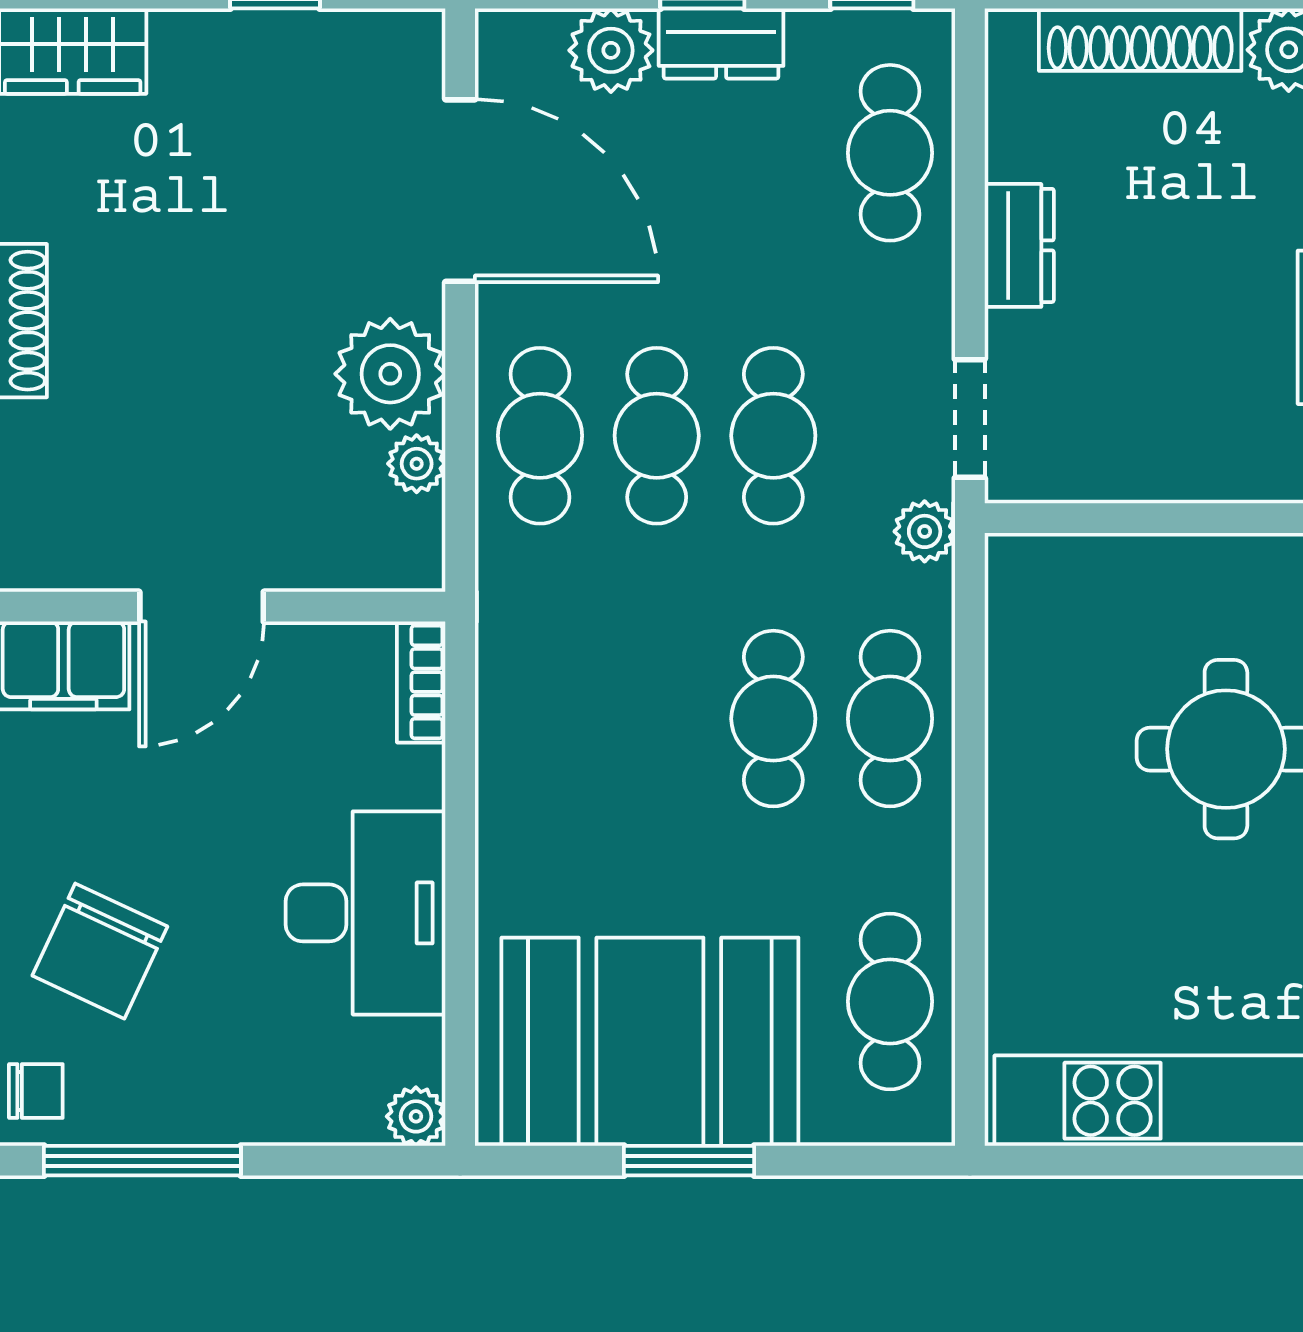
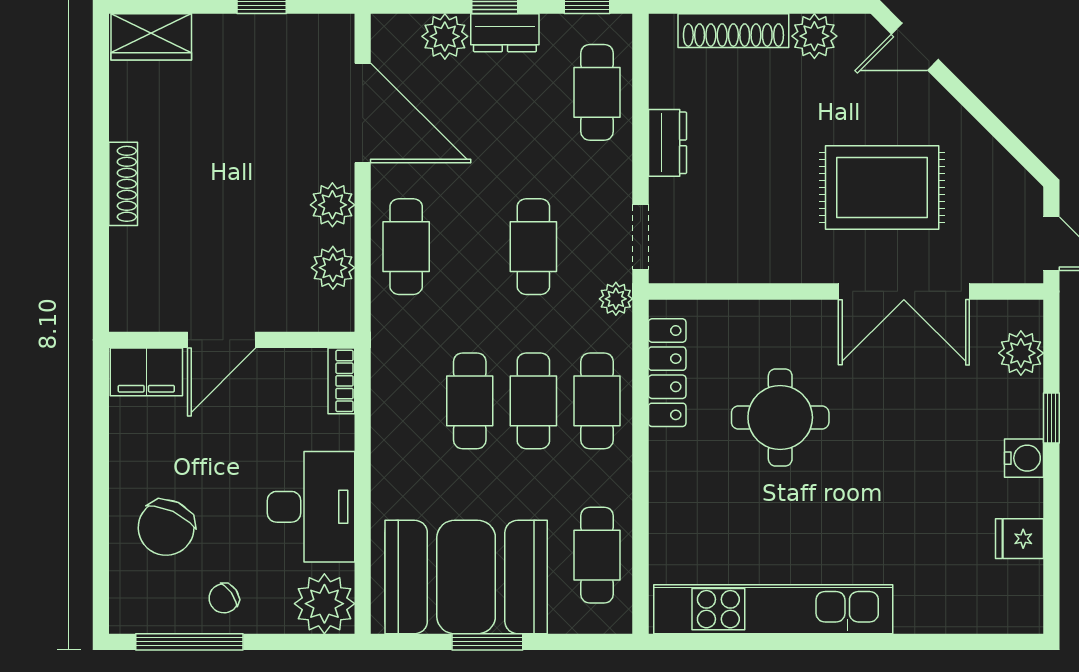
plant: (390, 374) -> (332, 205), width x0.73, depth x0.73
cafe table: (657, 436) -> (470, 401), moved
plant: (417, 464) -> (333, 268), width x1.38, depth x1.38
locker: (1019, 667) -> (667, 373), added
chair: (36, 1091) -> (224, 598), moved, turned 145
plant: (416, 1116) -> (324, 604), width x1.88, depth x1.88

